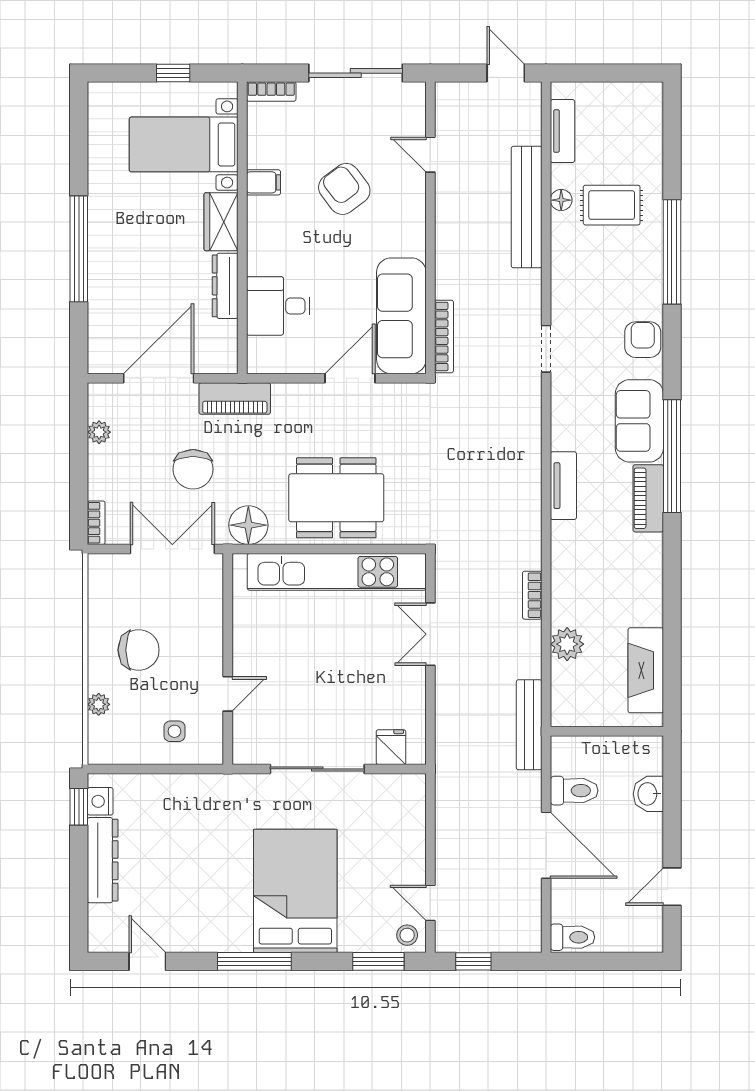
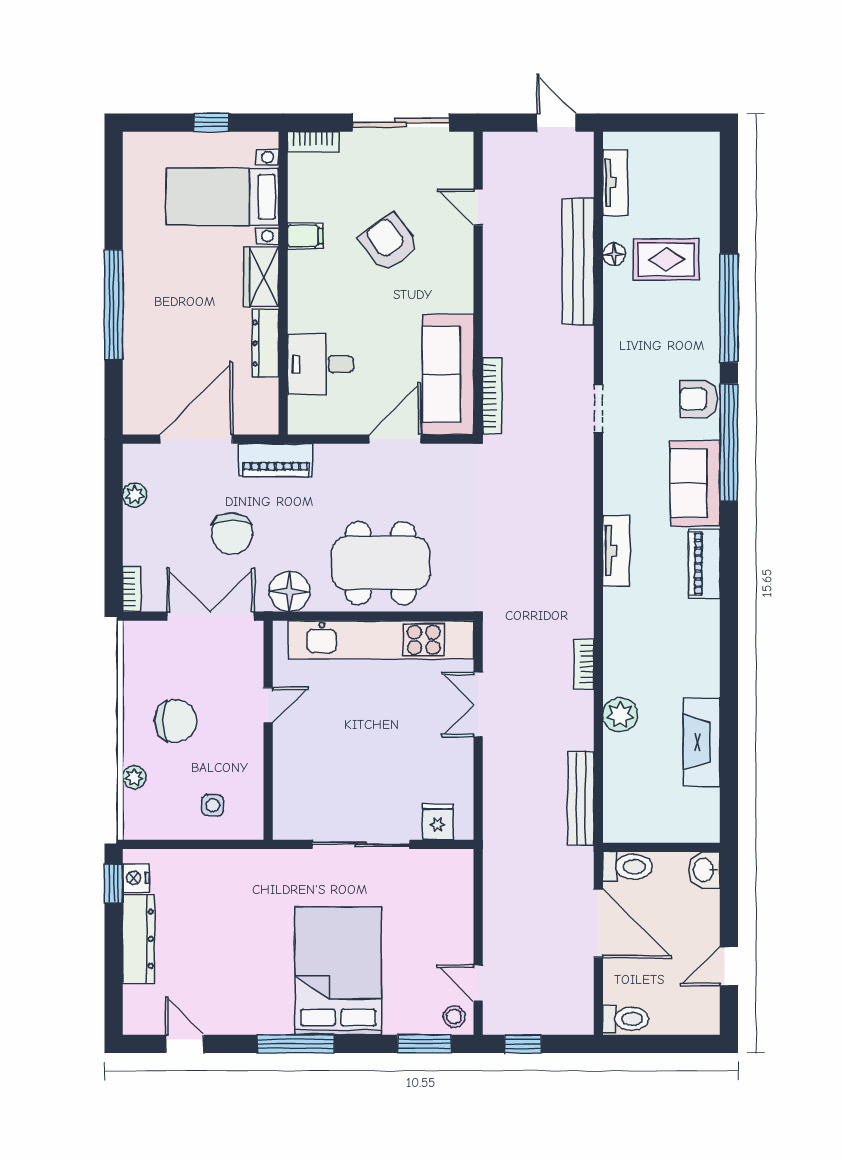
armchair: (643, 340) -> (699, 399), turned -90
window: (672, 456) -> (729, 442), moved
door: (228, 694) -> (268, 705), moved
wall: (607, 731) -> (661, 847), moved

